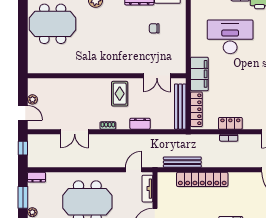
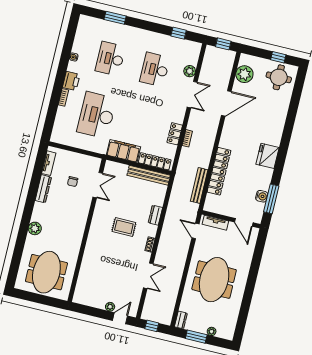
wall: (107, 76) -> (87, 230), moved
double door: (157, 76) -> (98, 185), moved

